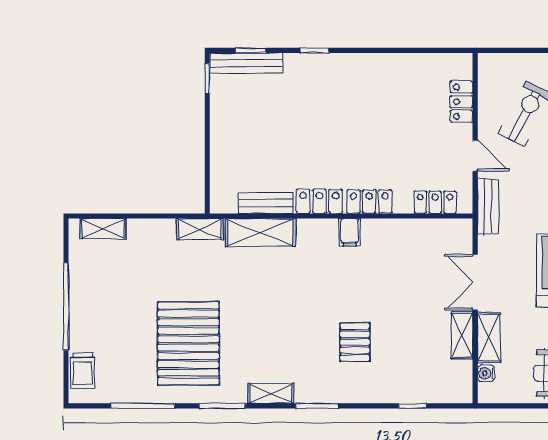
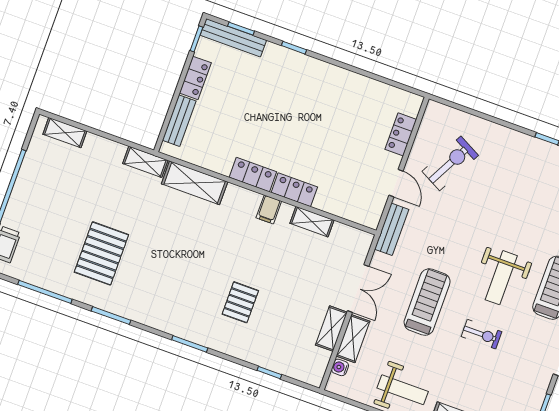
locker: (435, 202) -> (195, 78), moved, turned 90
bench: (266, 203) -> (179, 121), moved, turned 90
double door: (475, 282) -> (358, 288), swing flipped
pallet: (188, 343) -> (101, 253), width x0.73, depth x0.71
shelving: (271, 393) -> (312, 222), moved

